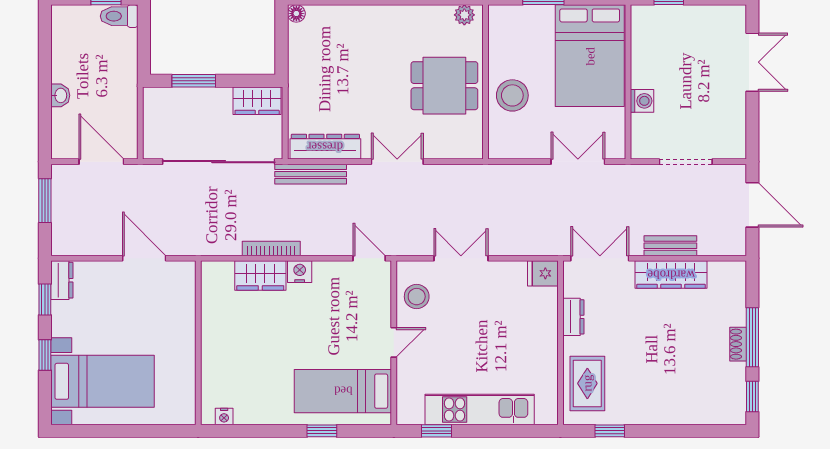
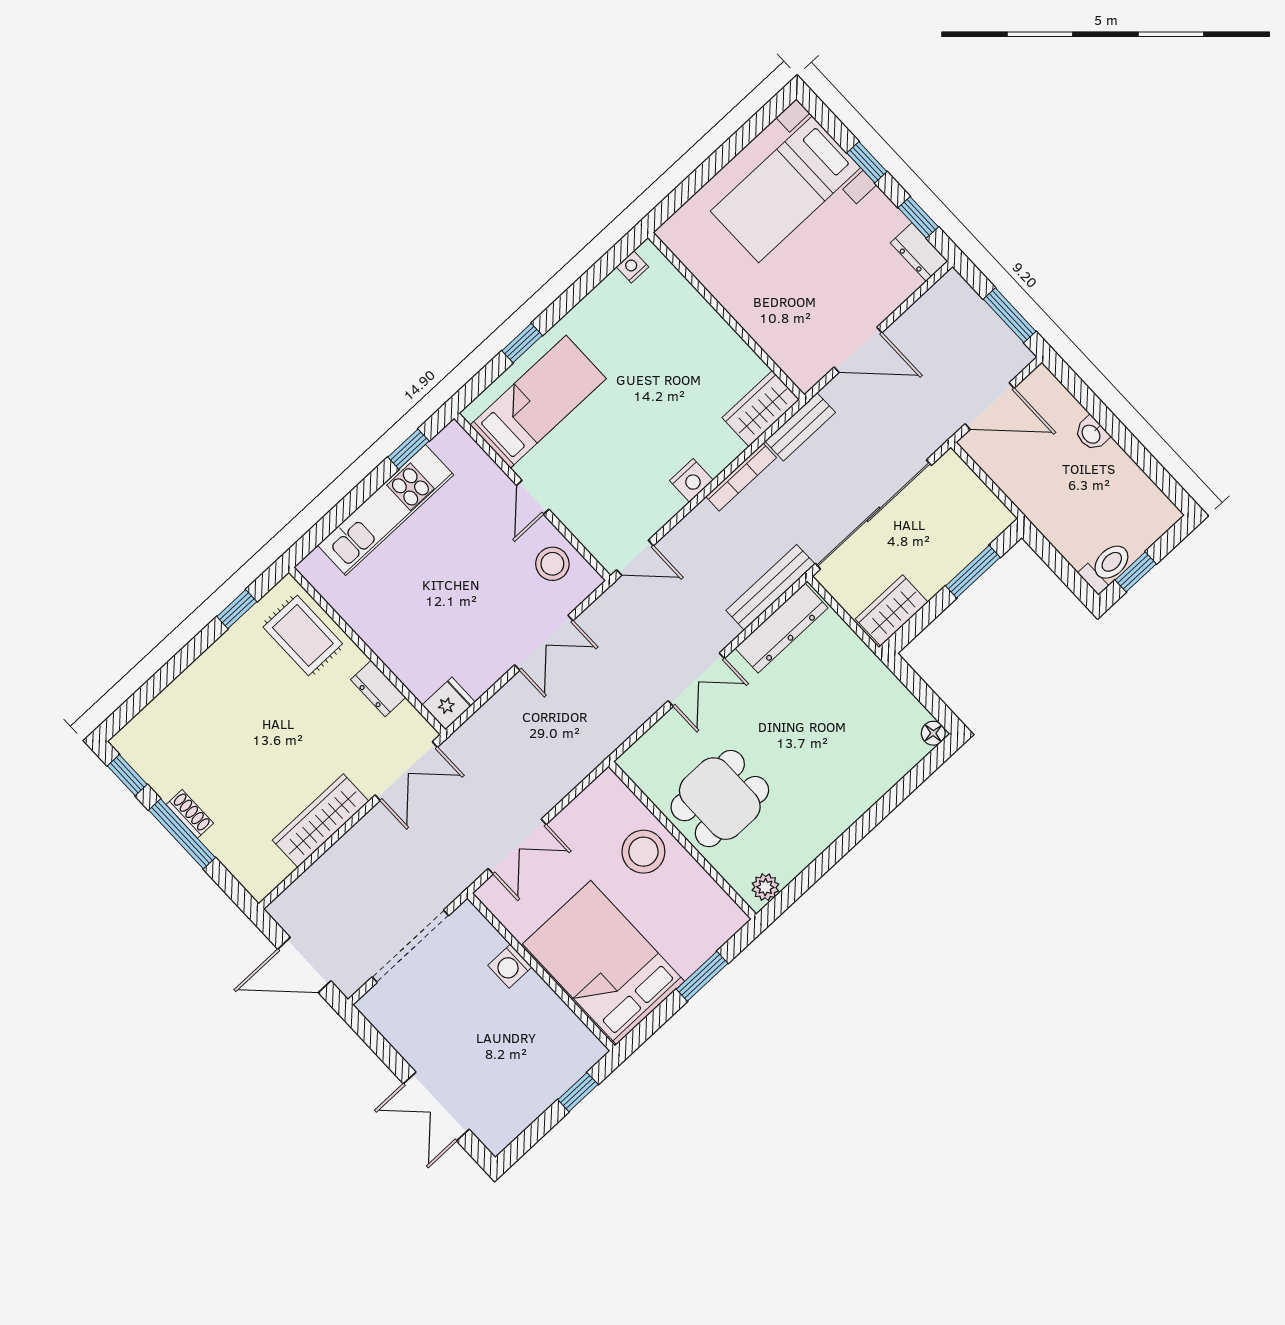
doorway: (686, 162) -> (410, 946), width x1.36
bench: (670, 246) -> (800, 427), moved
wardrobe: (260, 275) -> (761, 409), moved

